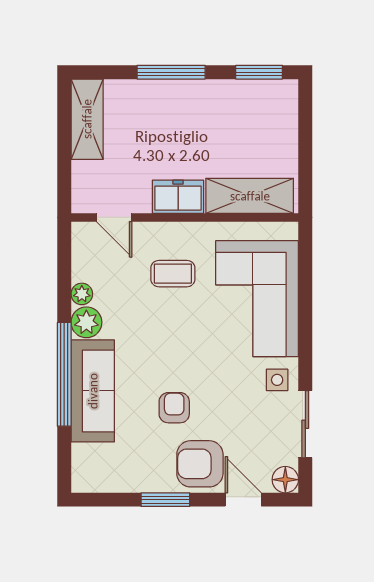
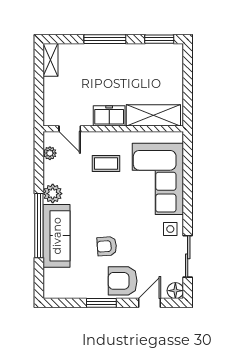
shelving: (87, 119) -> (51, 60), width x0.67, depth x0.75
plant: (82, 294) -> (50, 153), moved
armchair: (174, 408) -> (107, 246), turned -94
door: (243, 500) -> (149, 303), hinge flipped

